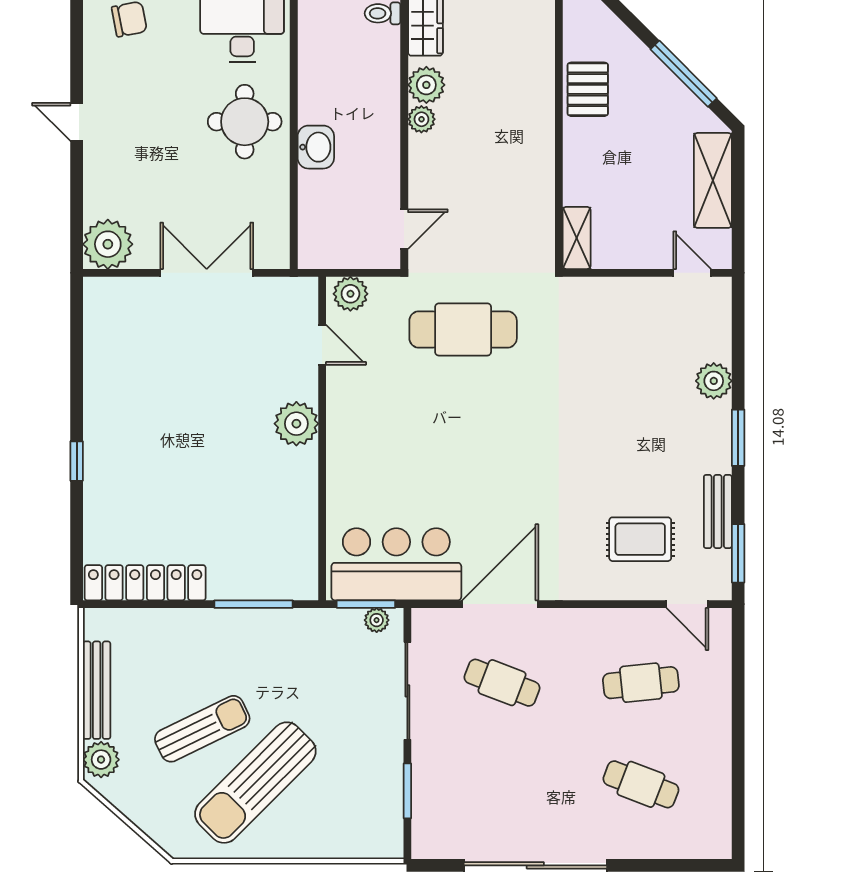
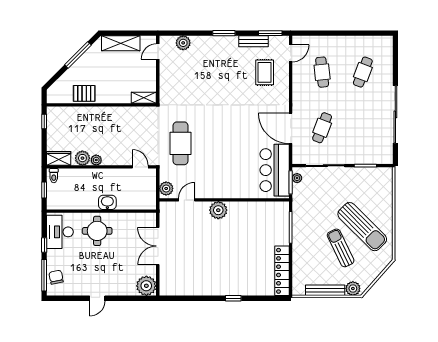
plant: (714, 381) -> (183, 43), moved

